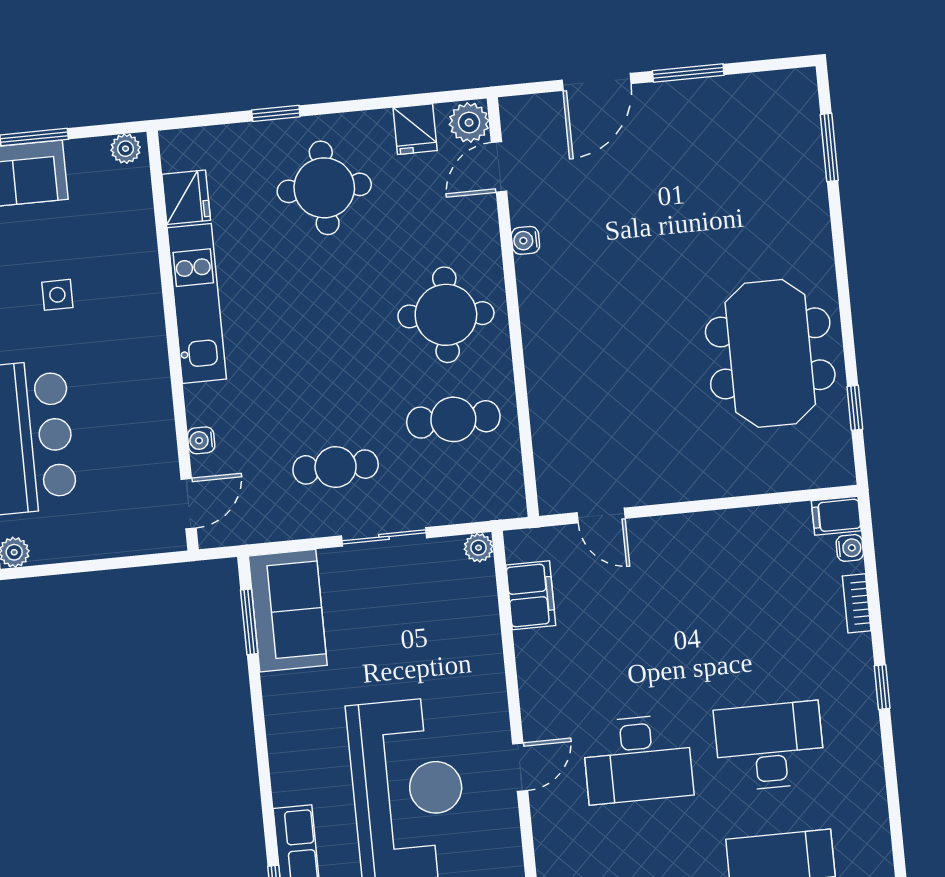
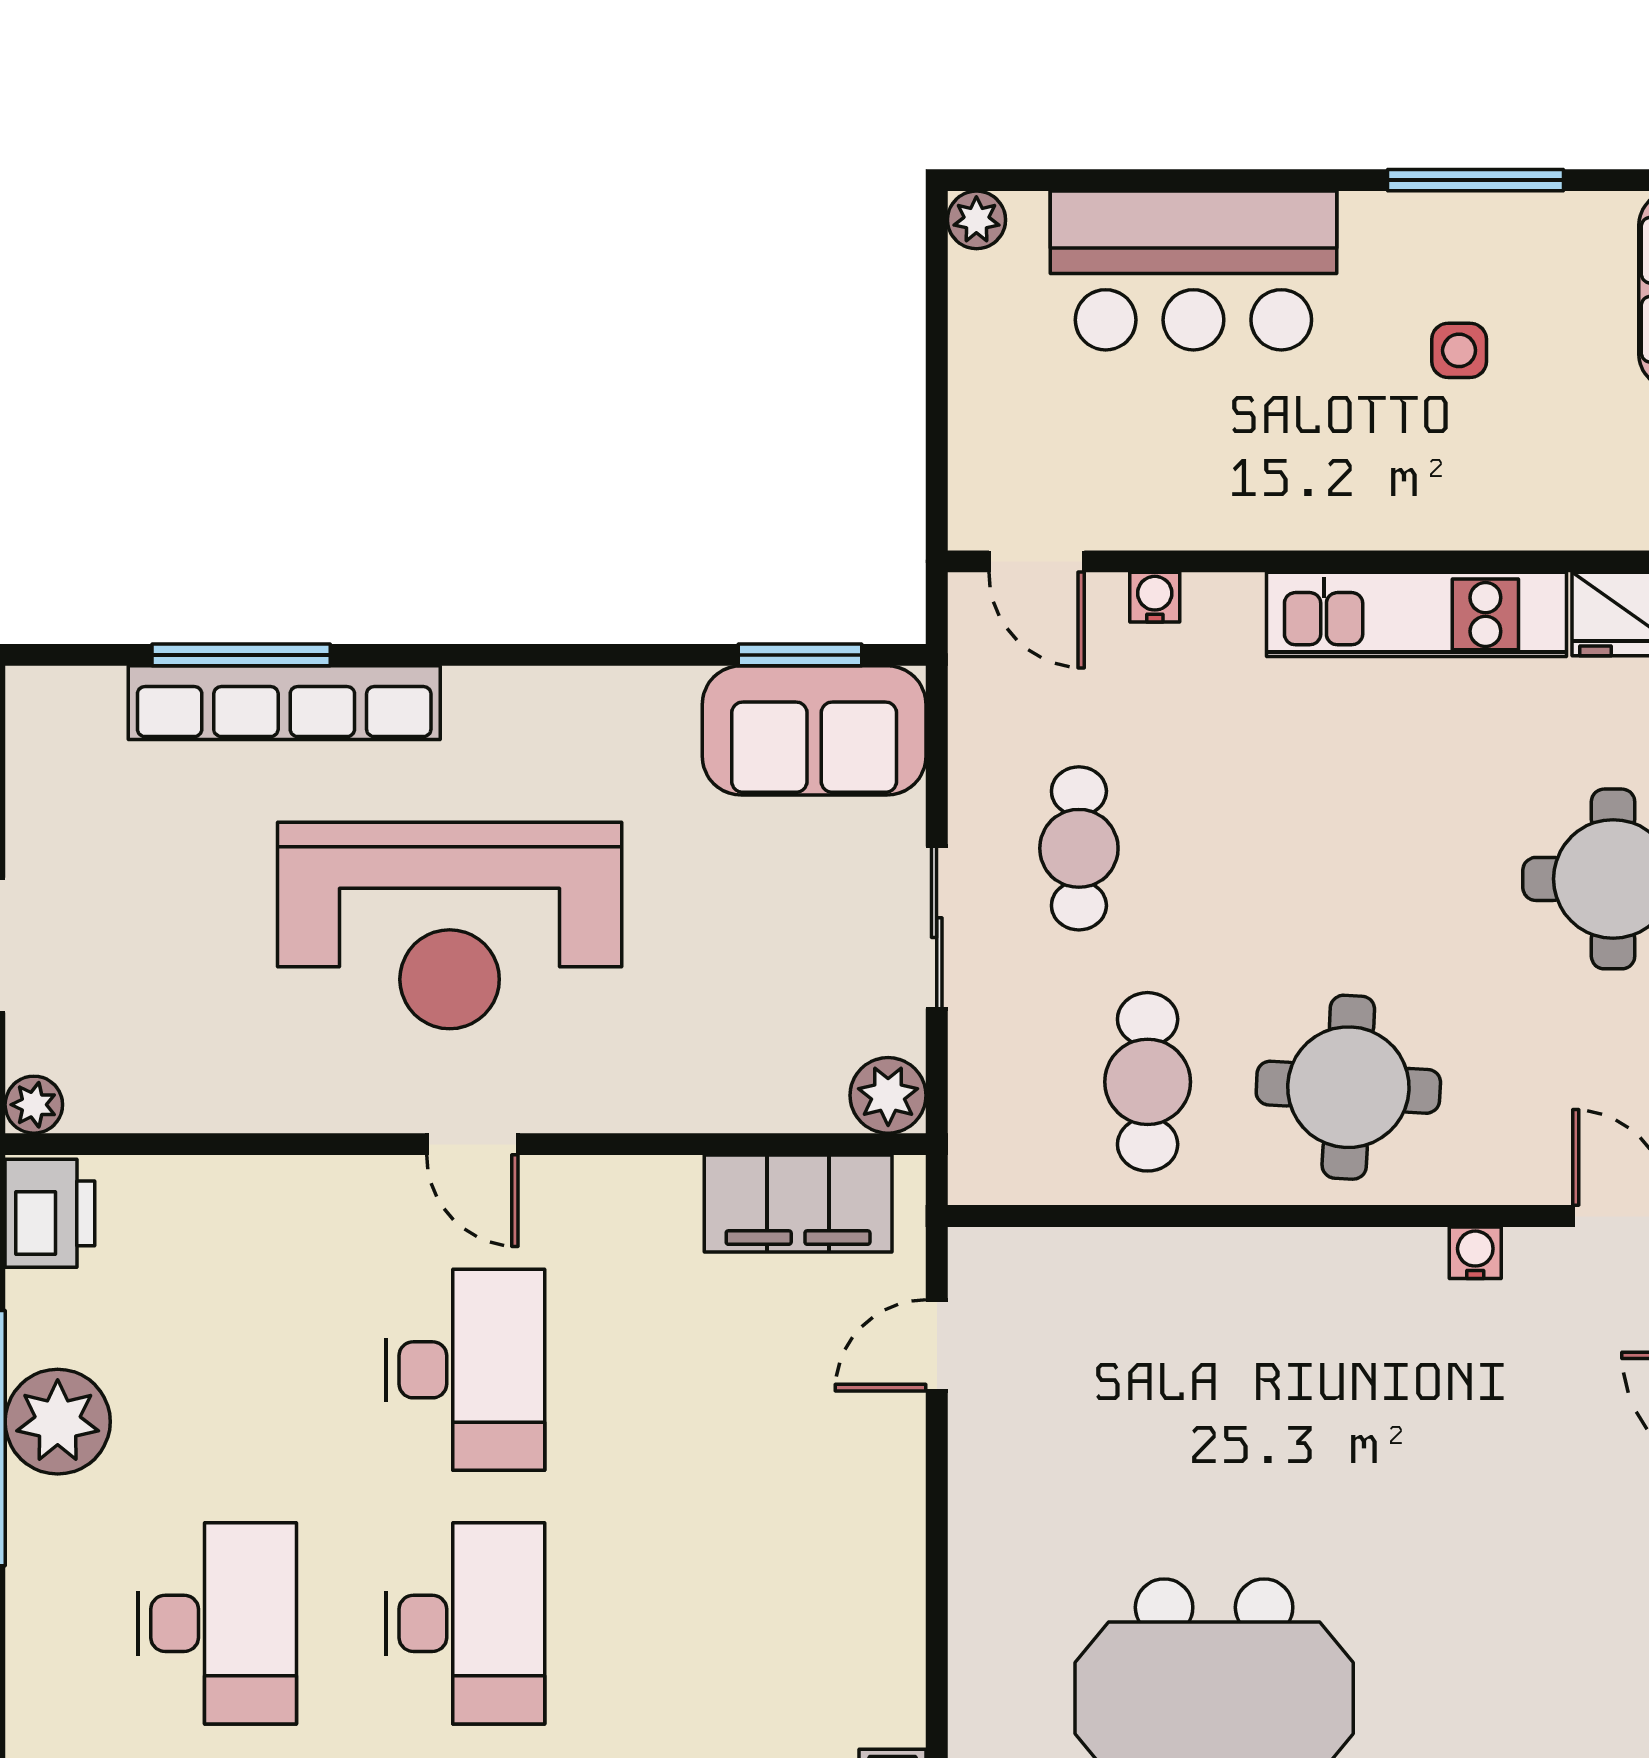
plant: (478, 548) -> (888, 1095), width x1.38, depth x1.38
filing cabinet: (531, 595) -> (798, 1203), width x1.50, depth x1.17
desk: (638, 759) -> (466, 1370), turned 180

